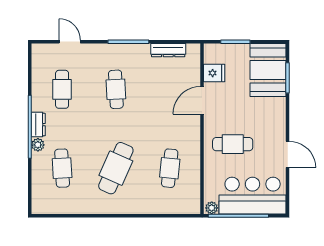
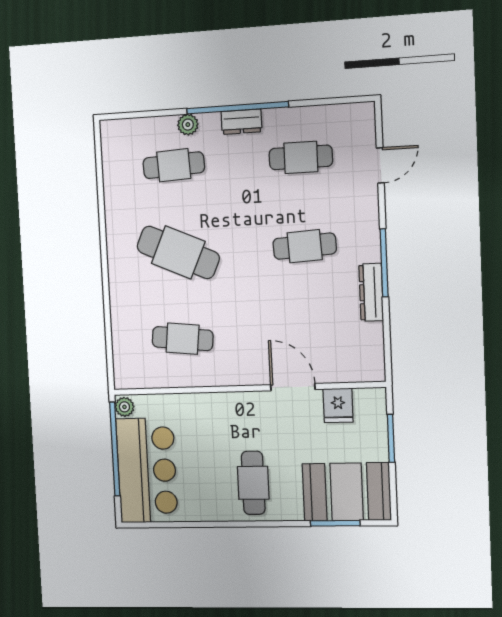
dresser: (168, 50) -> (371, 292), moved
cafe table: (233, 144) -> (253, 483), moved
plant: (38, 145) -> (188, 125), moved
door: (288, 154) -> (213, 524), removed

